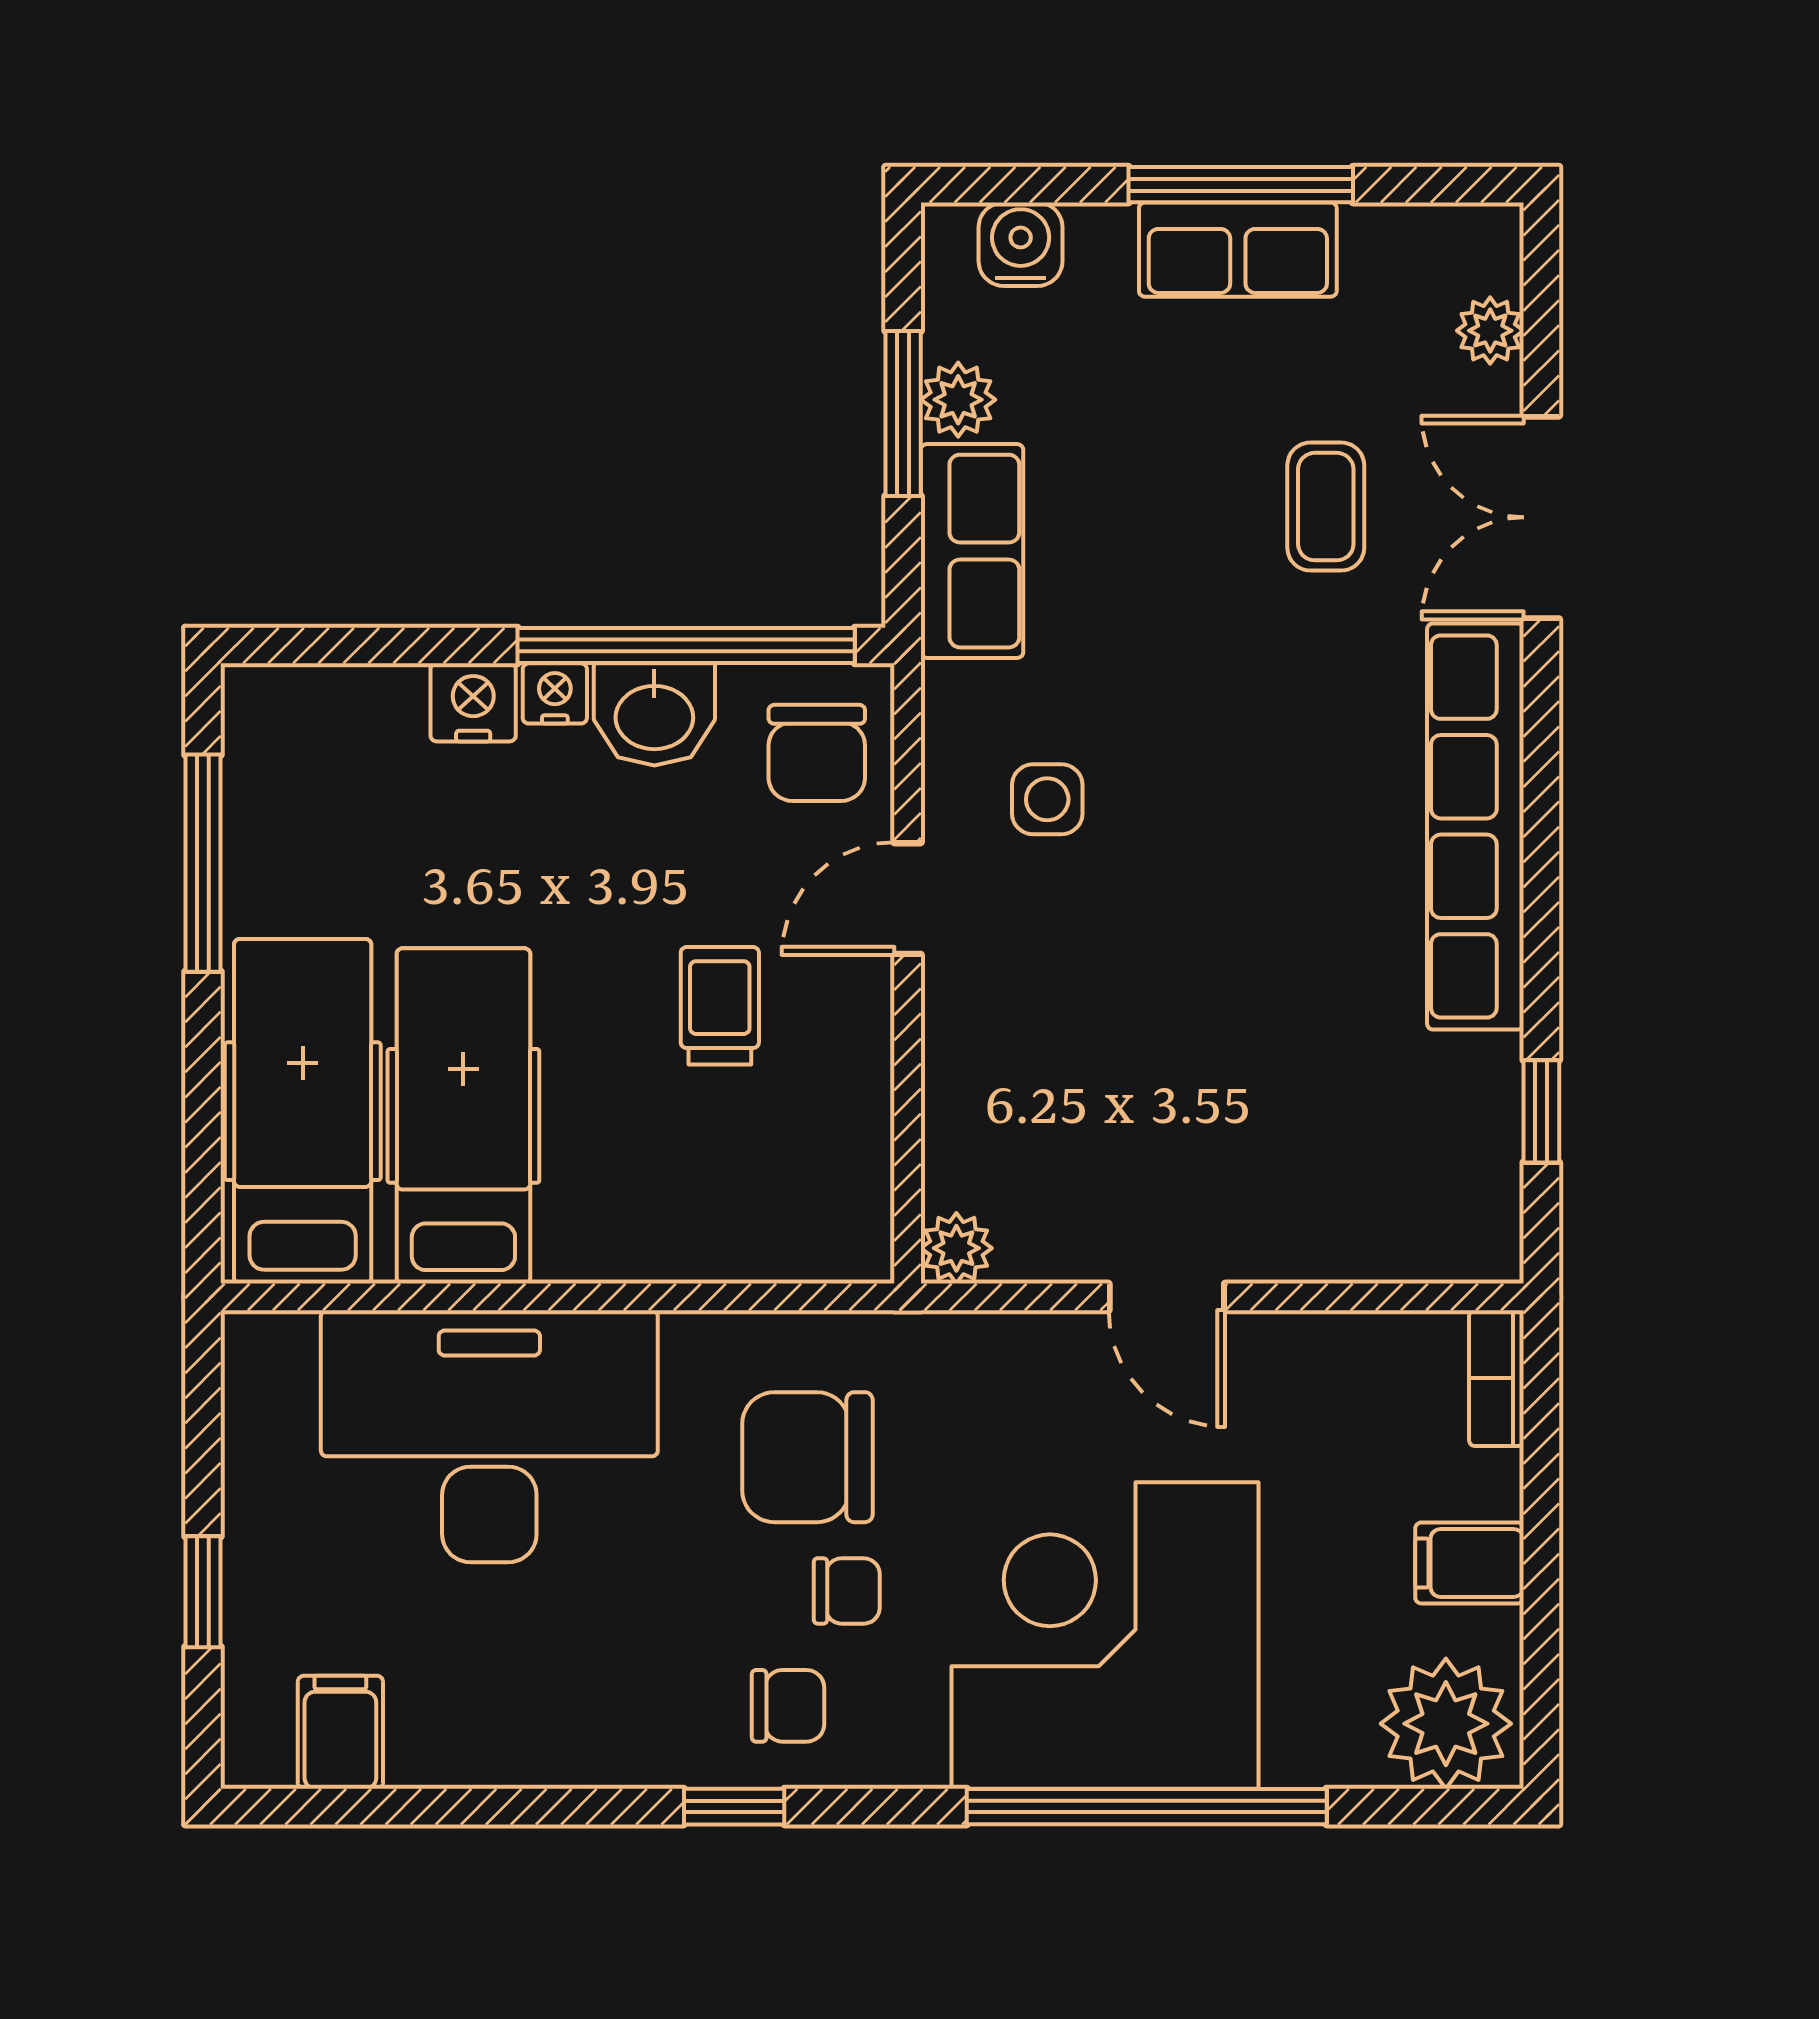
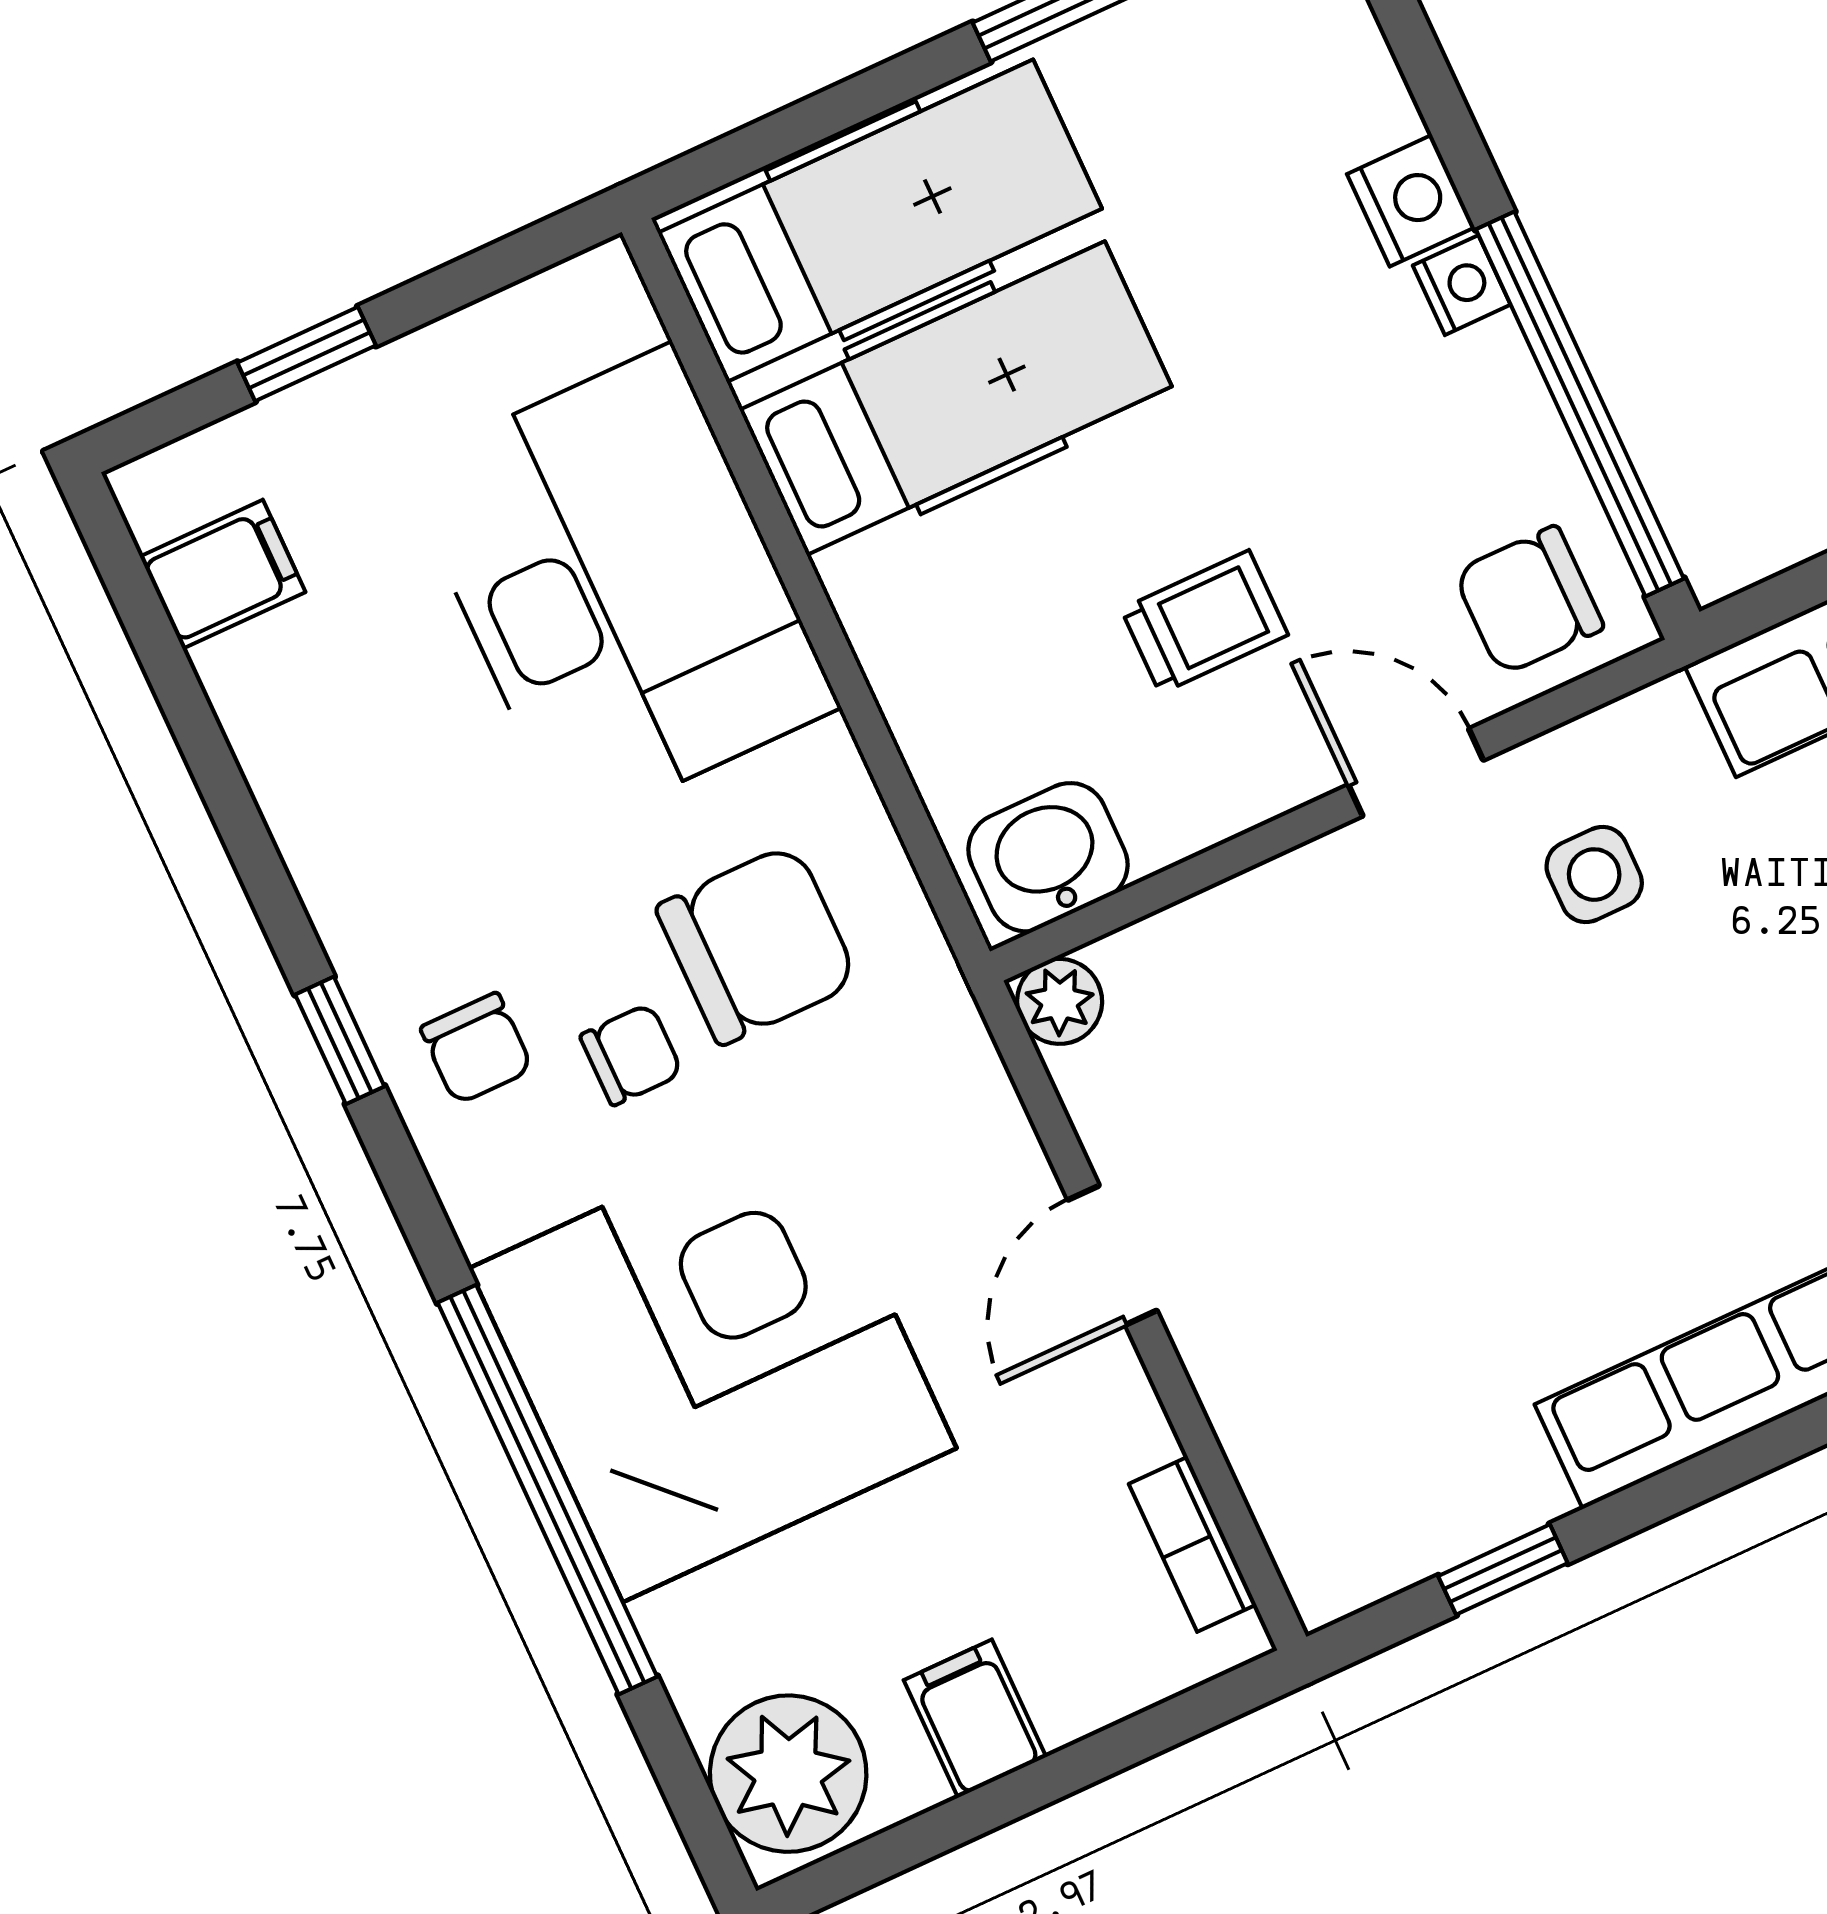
washbasin: (654, 714) -> (1048, 857), moved, turned 90
bookcase: (1496, 1378) -> (1192, 1544), moved, turned -90
chair: (807, 1457) -> (757, 944), turned 90
chair: (847, 1591) -> (631, 1055), turned -90

